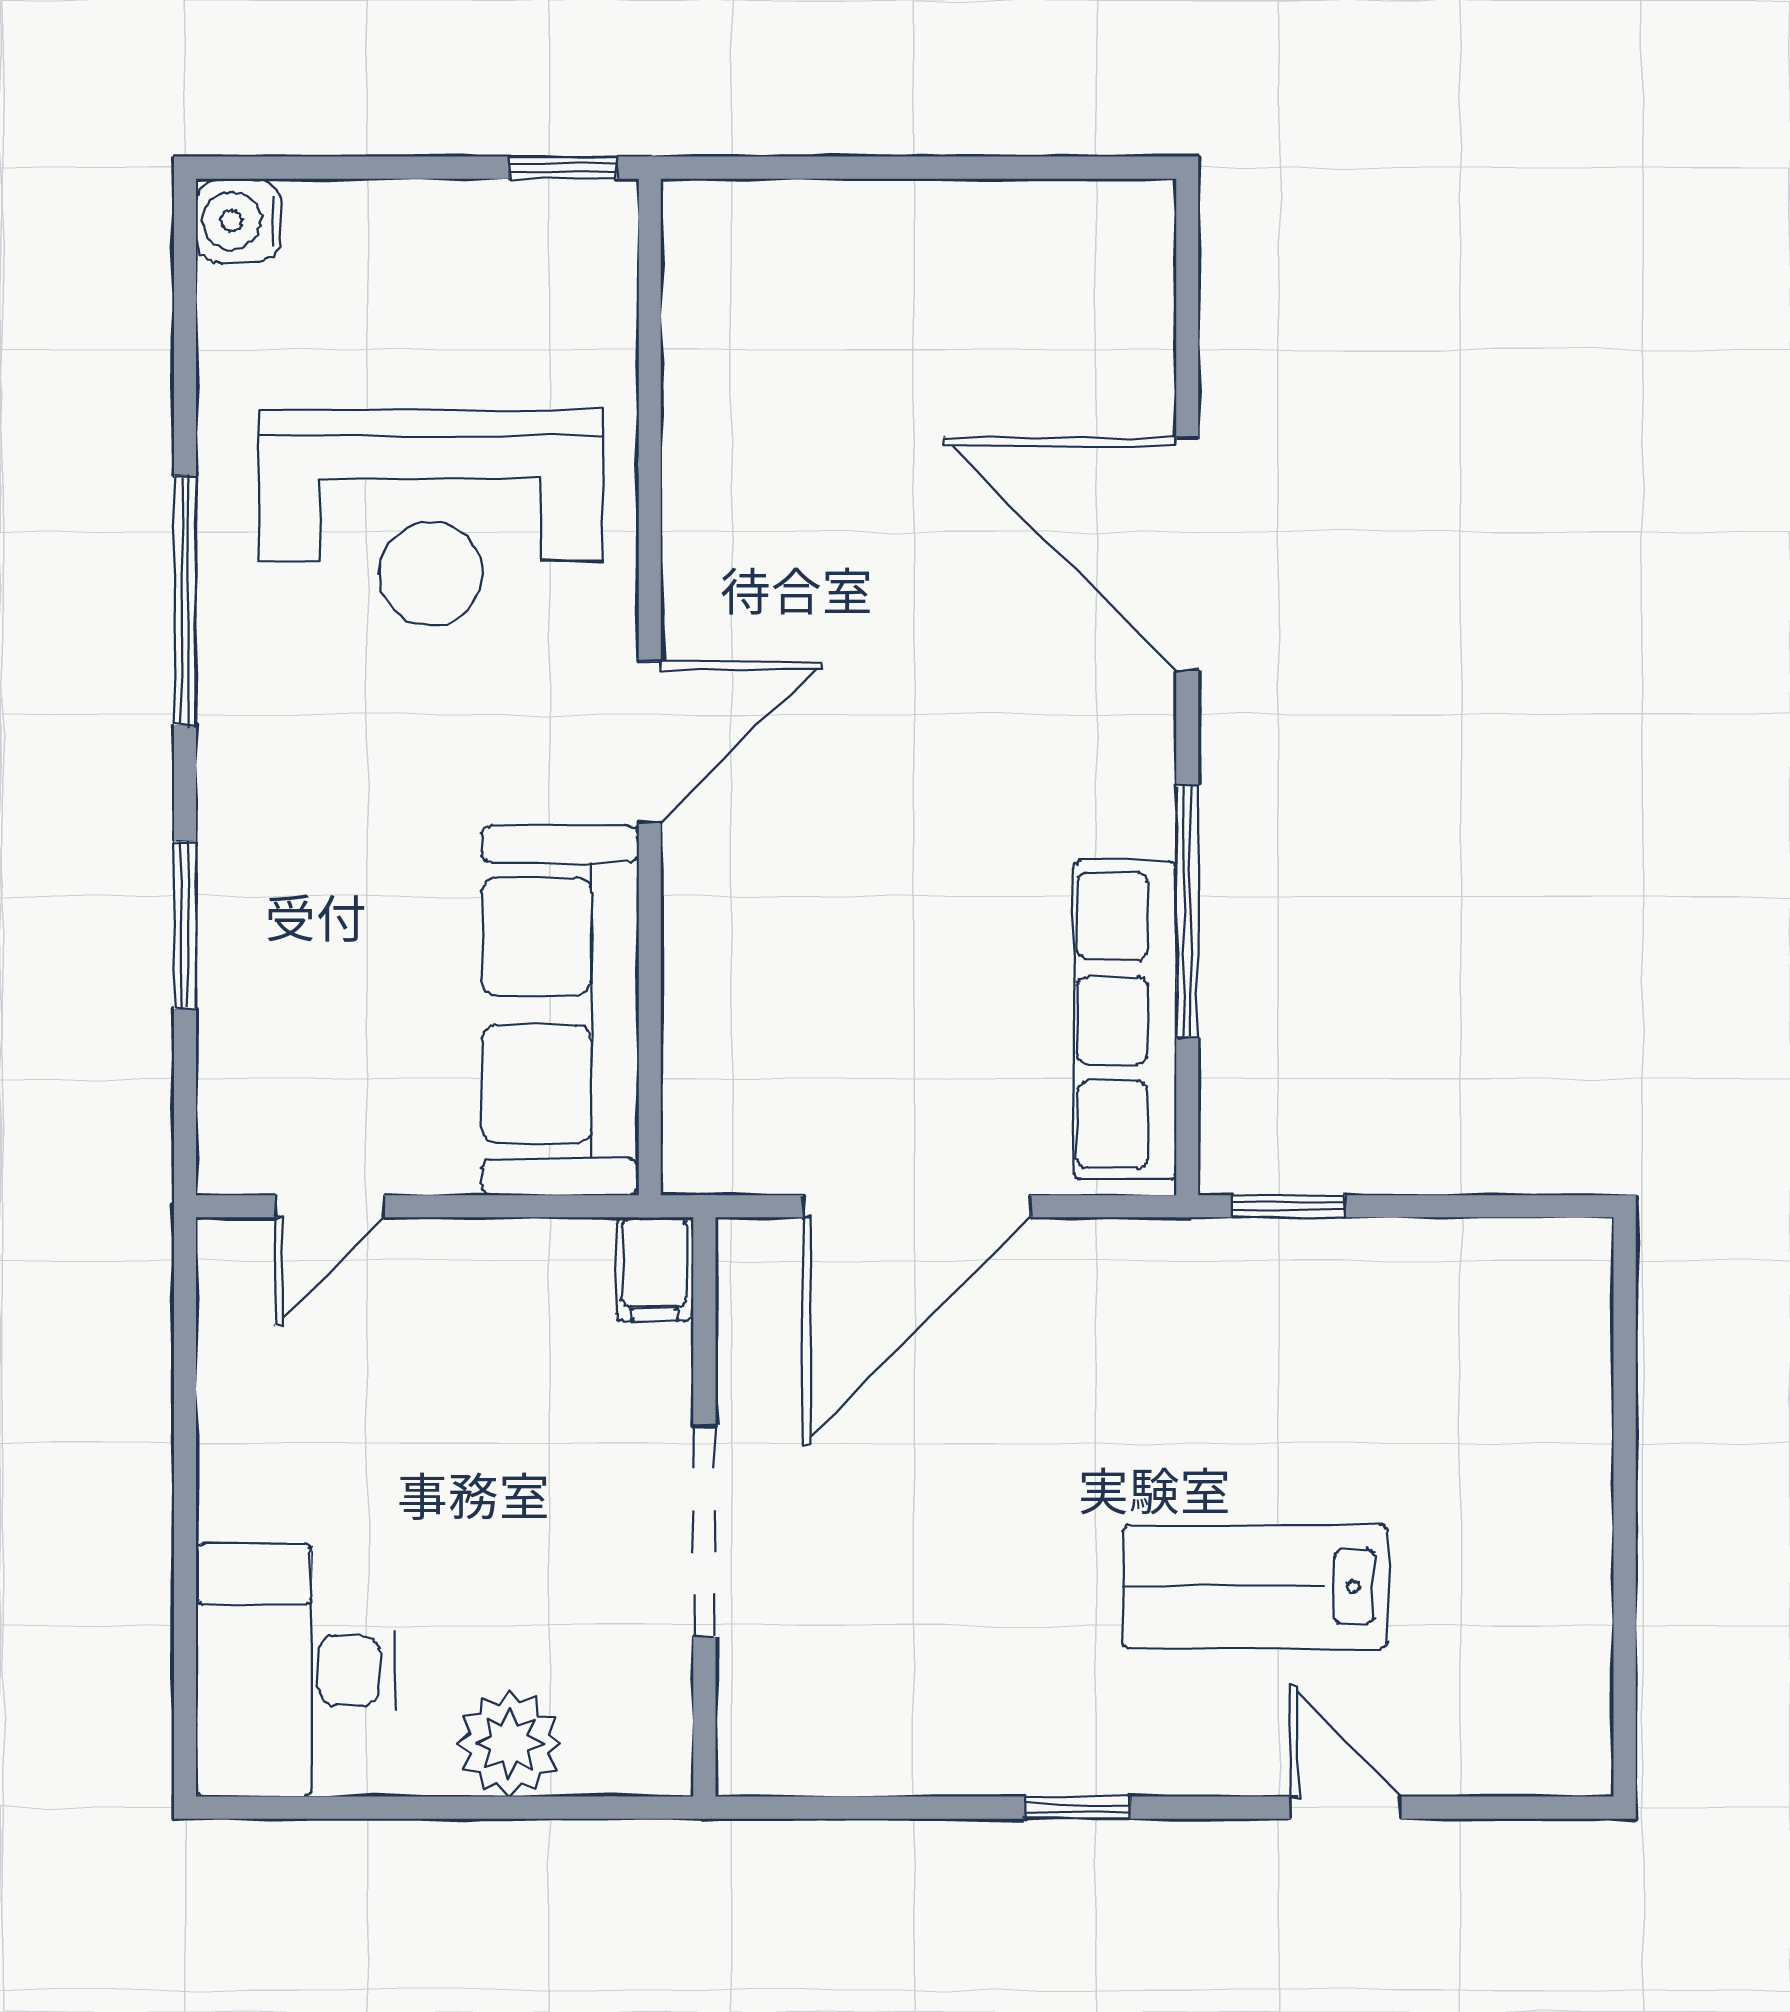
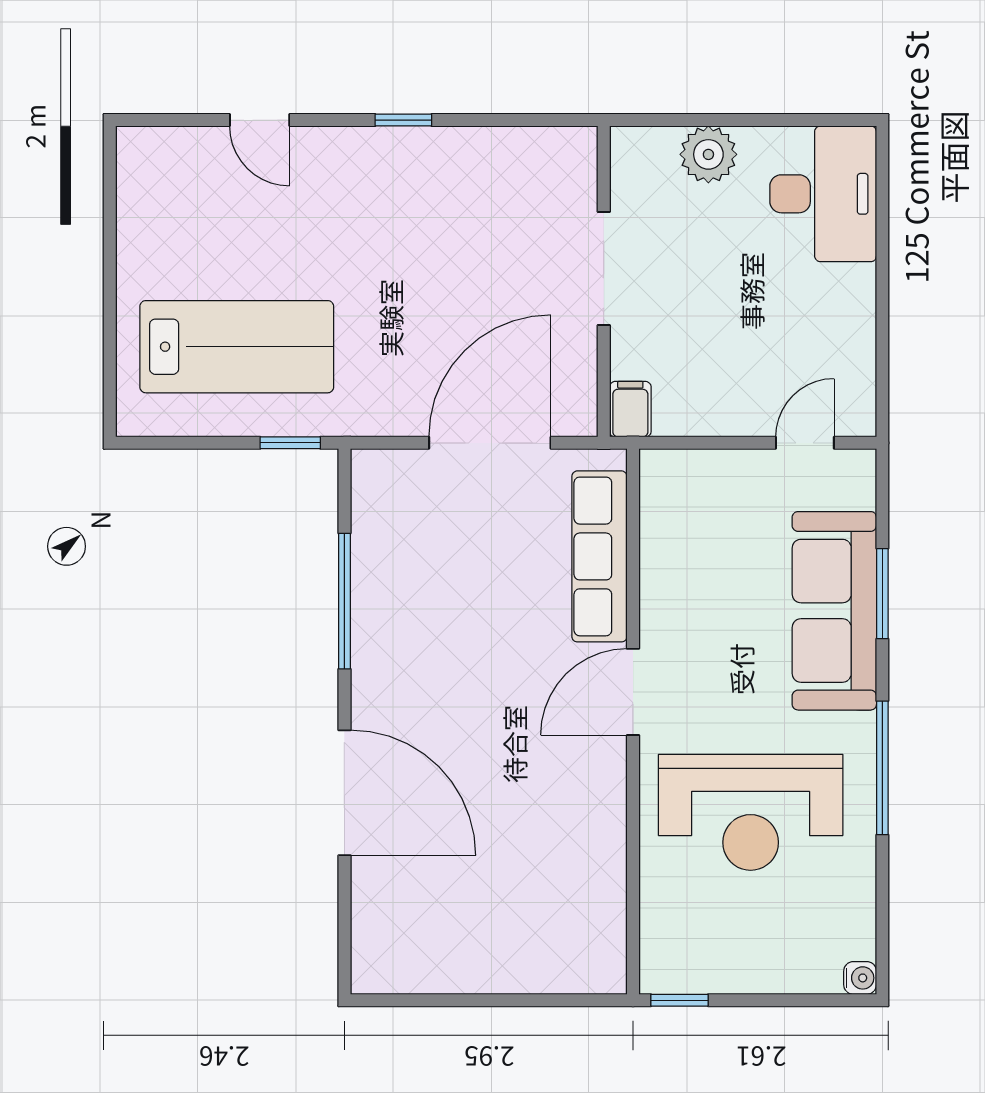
water cooler: (238, 221) -> (860, 978), width x0.72, depth x0.72
reception desk: (431, 518) -> (751, 812), turned 180
sofa: (560, 1010) -> (834, 611), moved, turned 180
row of seats: (1125, 1020) -> (599, 556), moved, turned 180
lab bench: (1255, 1586) -> (237, 347), moved, width x1.36, depth x1.39

